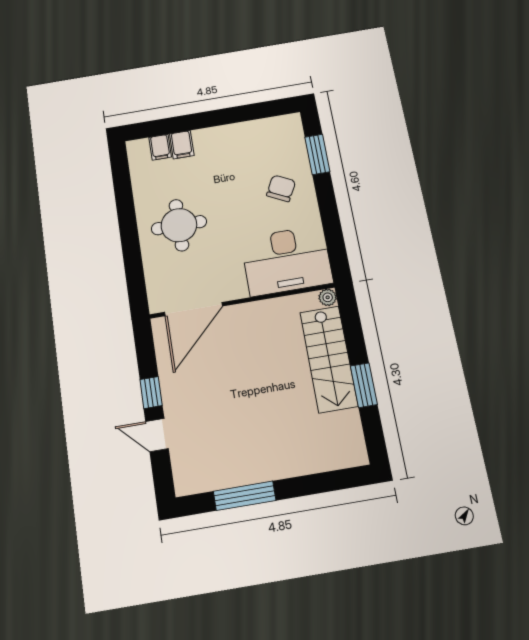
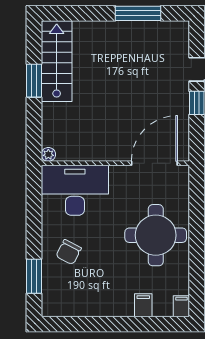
filing cabinet: (160, 147) -> (181, 306), moved
round table: (179, 225) -> (156, 235), width x1.36, depth x1.36
stairs: (329, 359) -> (57, 61), moved

